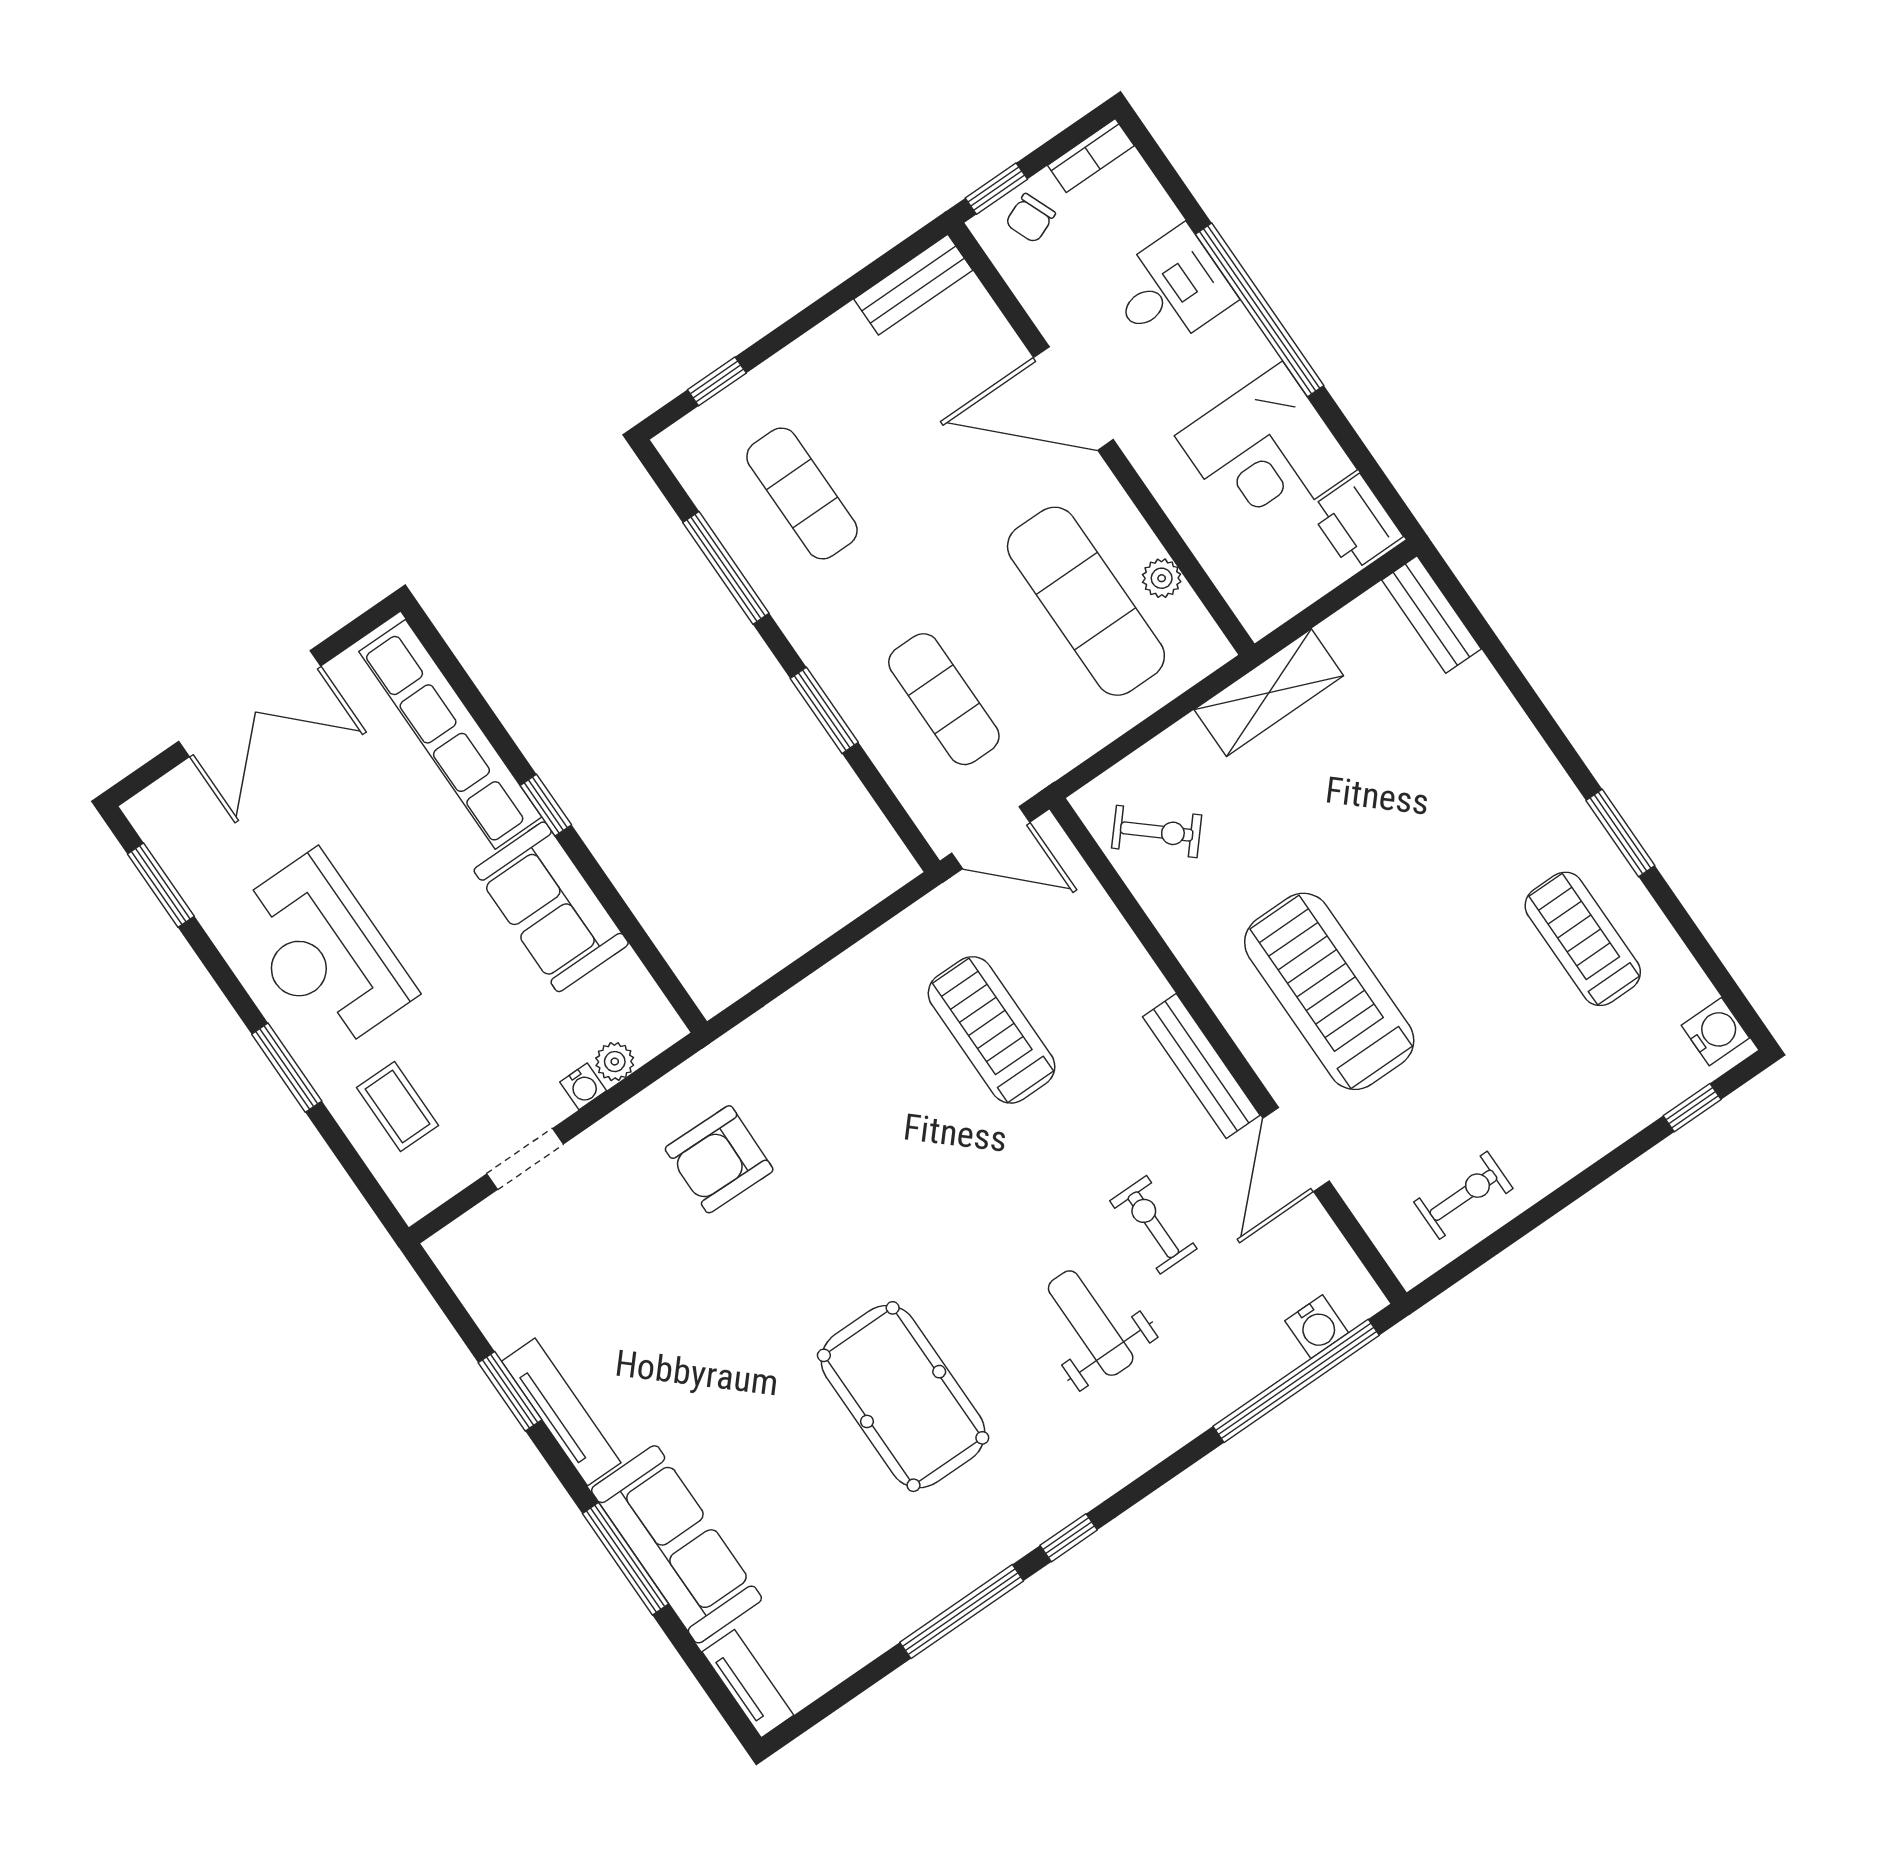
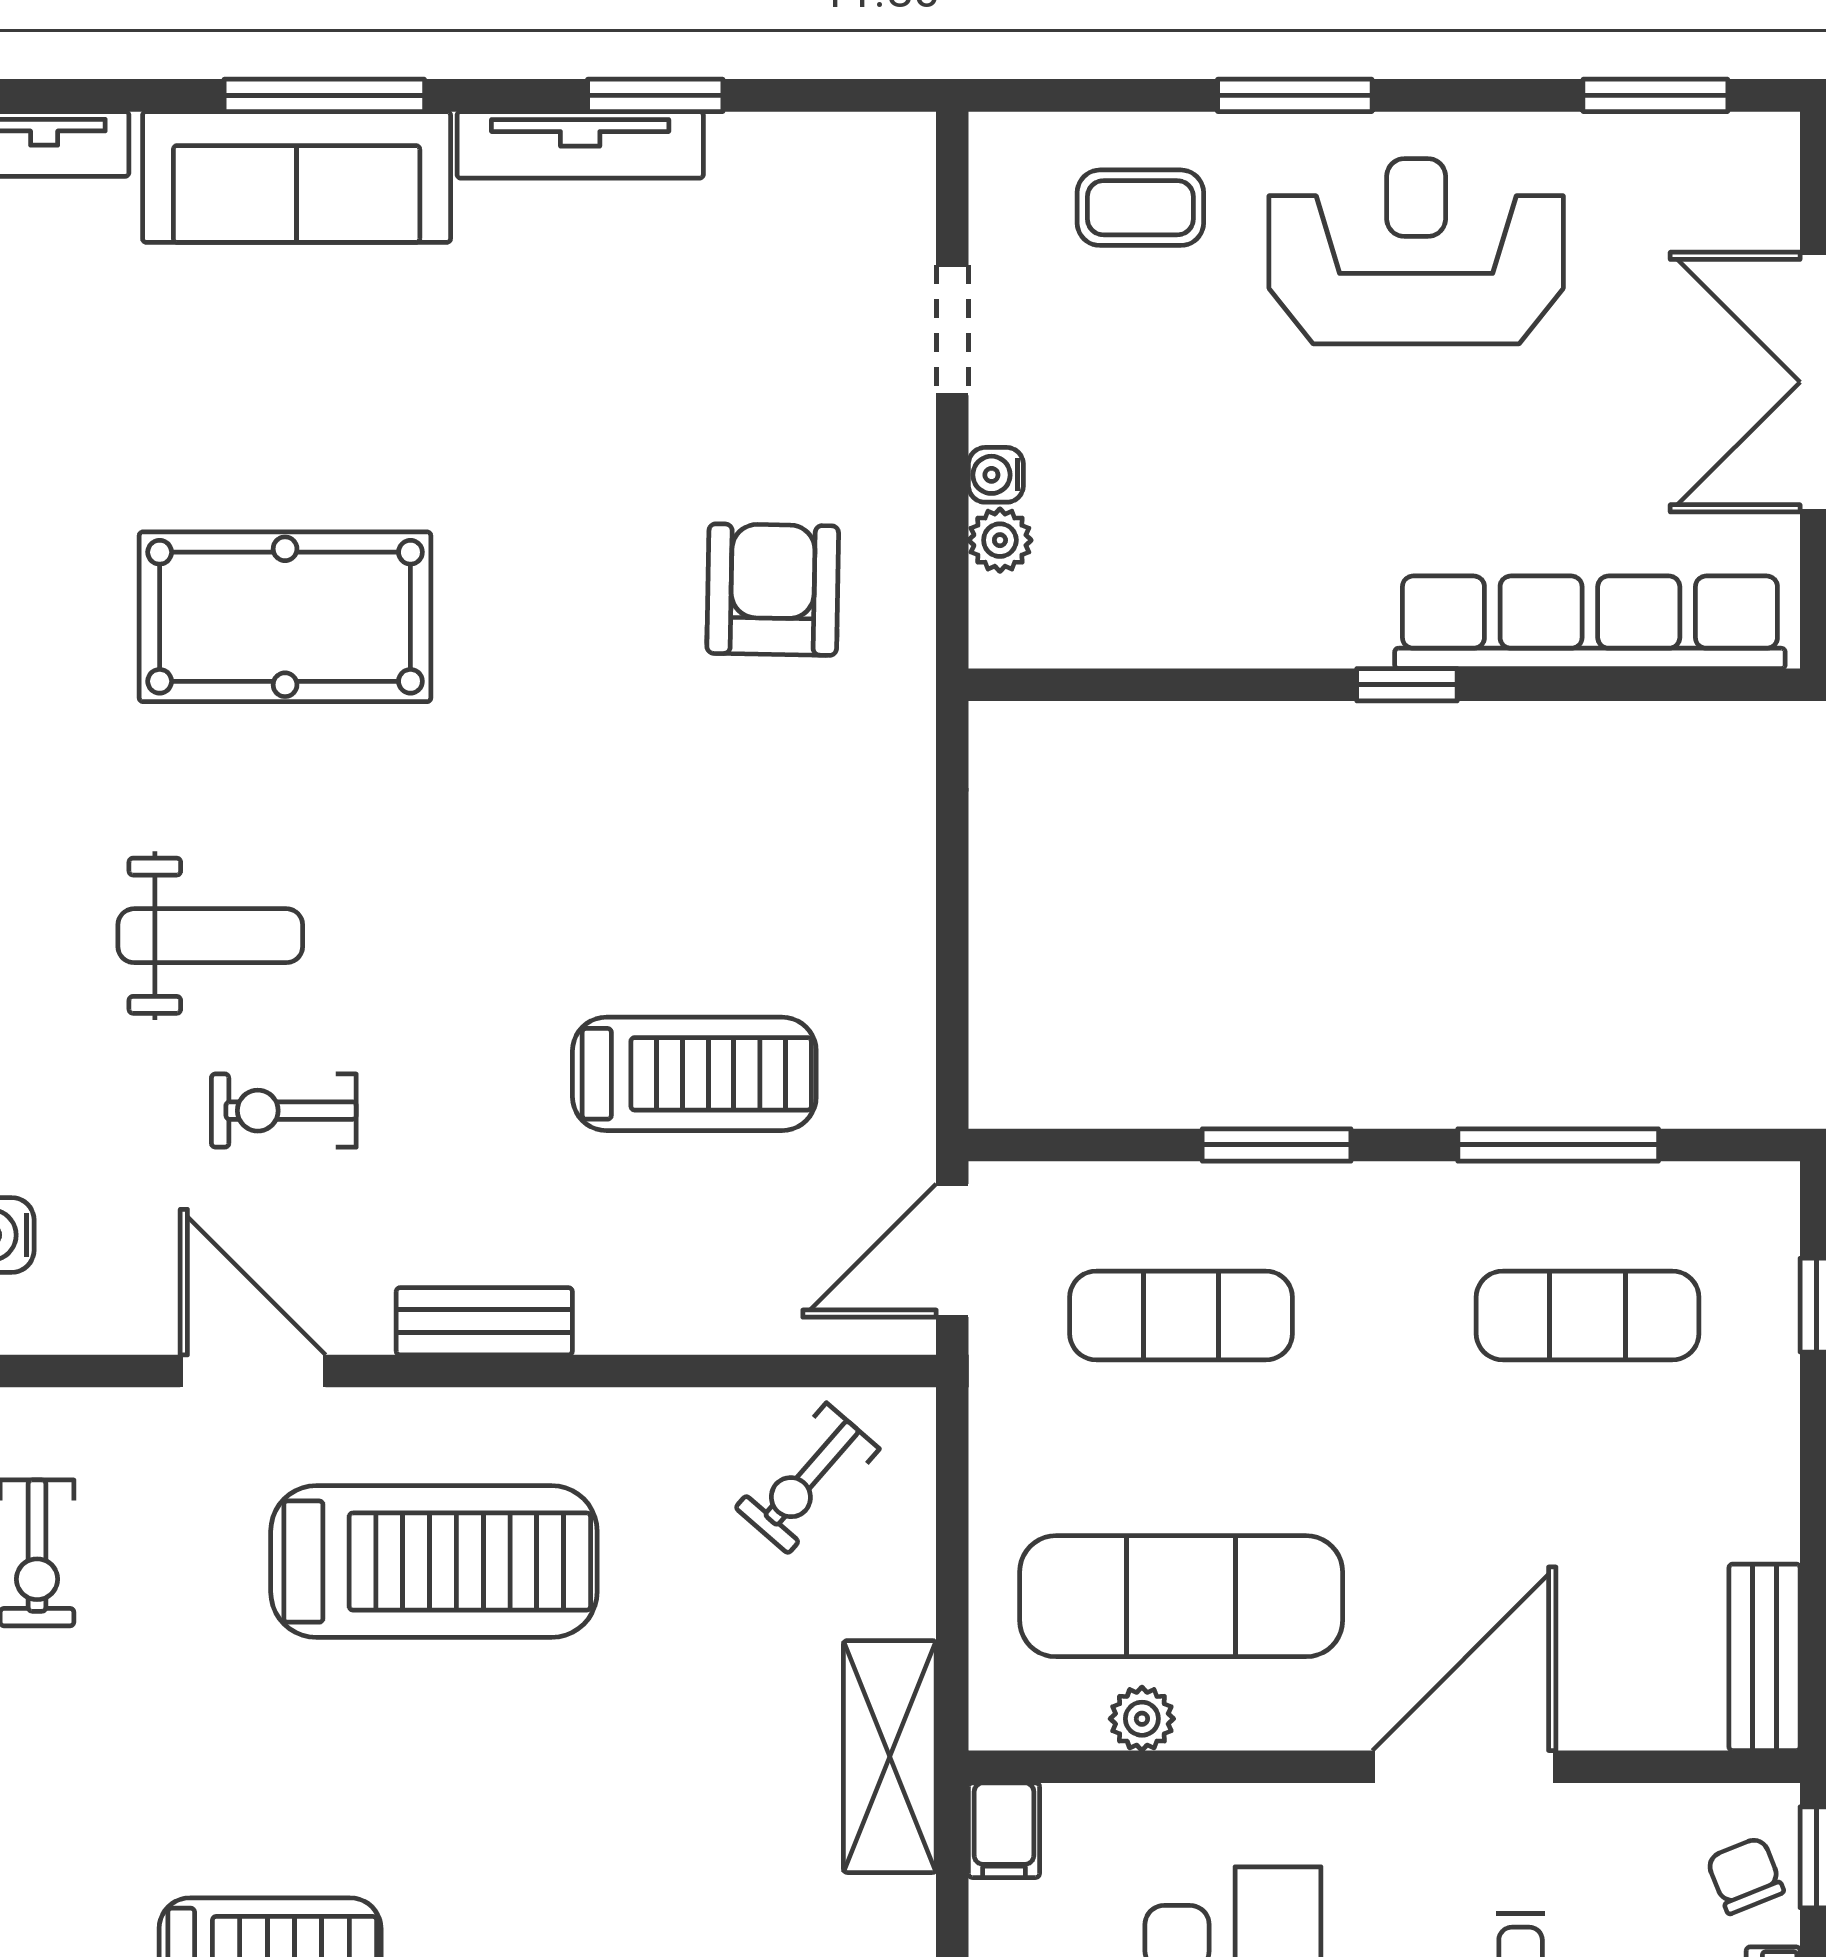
filing cabinet: (1266, 609) -> (1004, 1830), added
sofa: (551, 907) -> (1266, 598), removed
bench: (1201, 1066) -> (484, 1321), width x0.73
exercise bike: (1153, 1225) -> (284, 1111), turned 180

